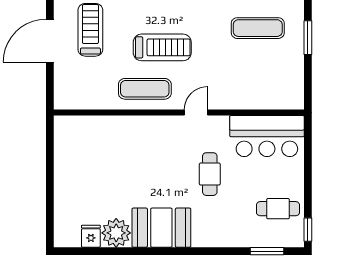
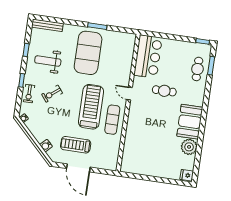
exercise mat: (258, 28) -> (88, 53), width x2.00, depth x1.45
treadmill: (162, 47) -> (91, 107), width x1.37, depth x1.38
cafe table: (278, 209) -> (197, 69), moved
fridge: (91, 236) -> (187, 175), moved

